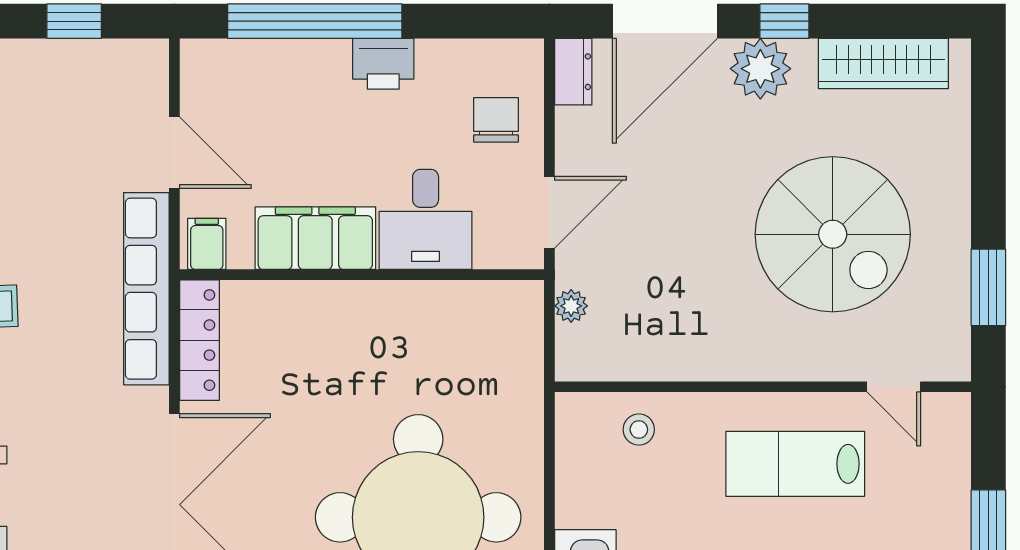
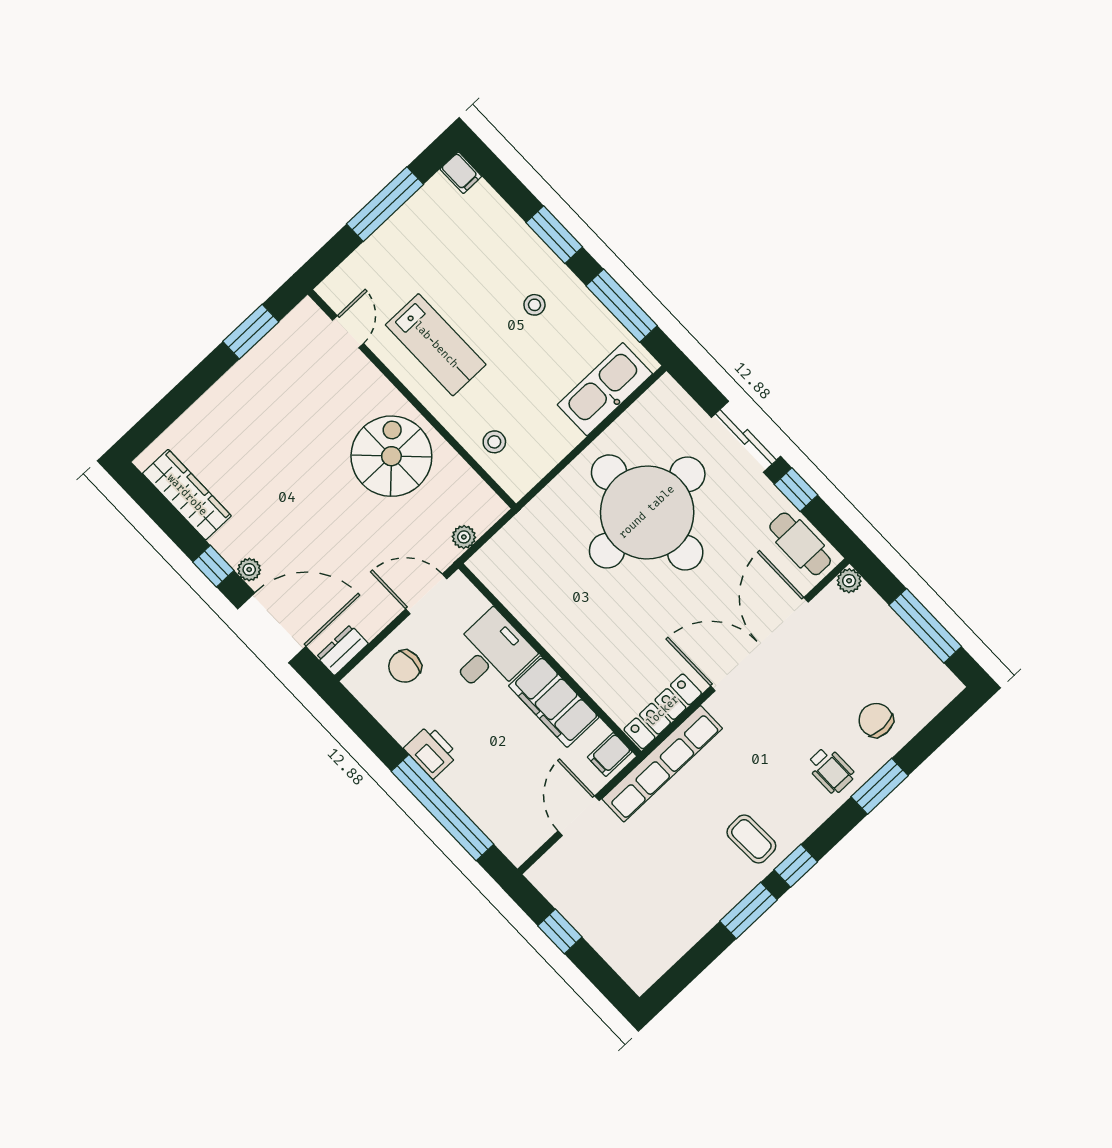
plant: (760, 69) -> (249, 570), width x0.53, depth x0.53
spiral stairs: (833, 234) -> (391, 456), moved, width x0.73, depth x0.73

